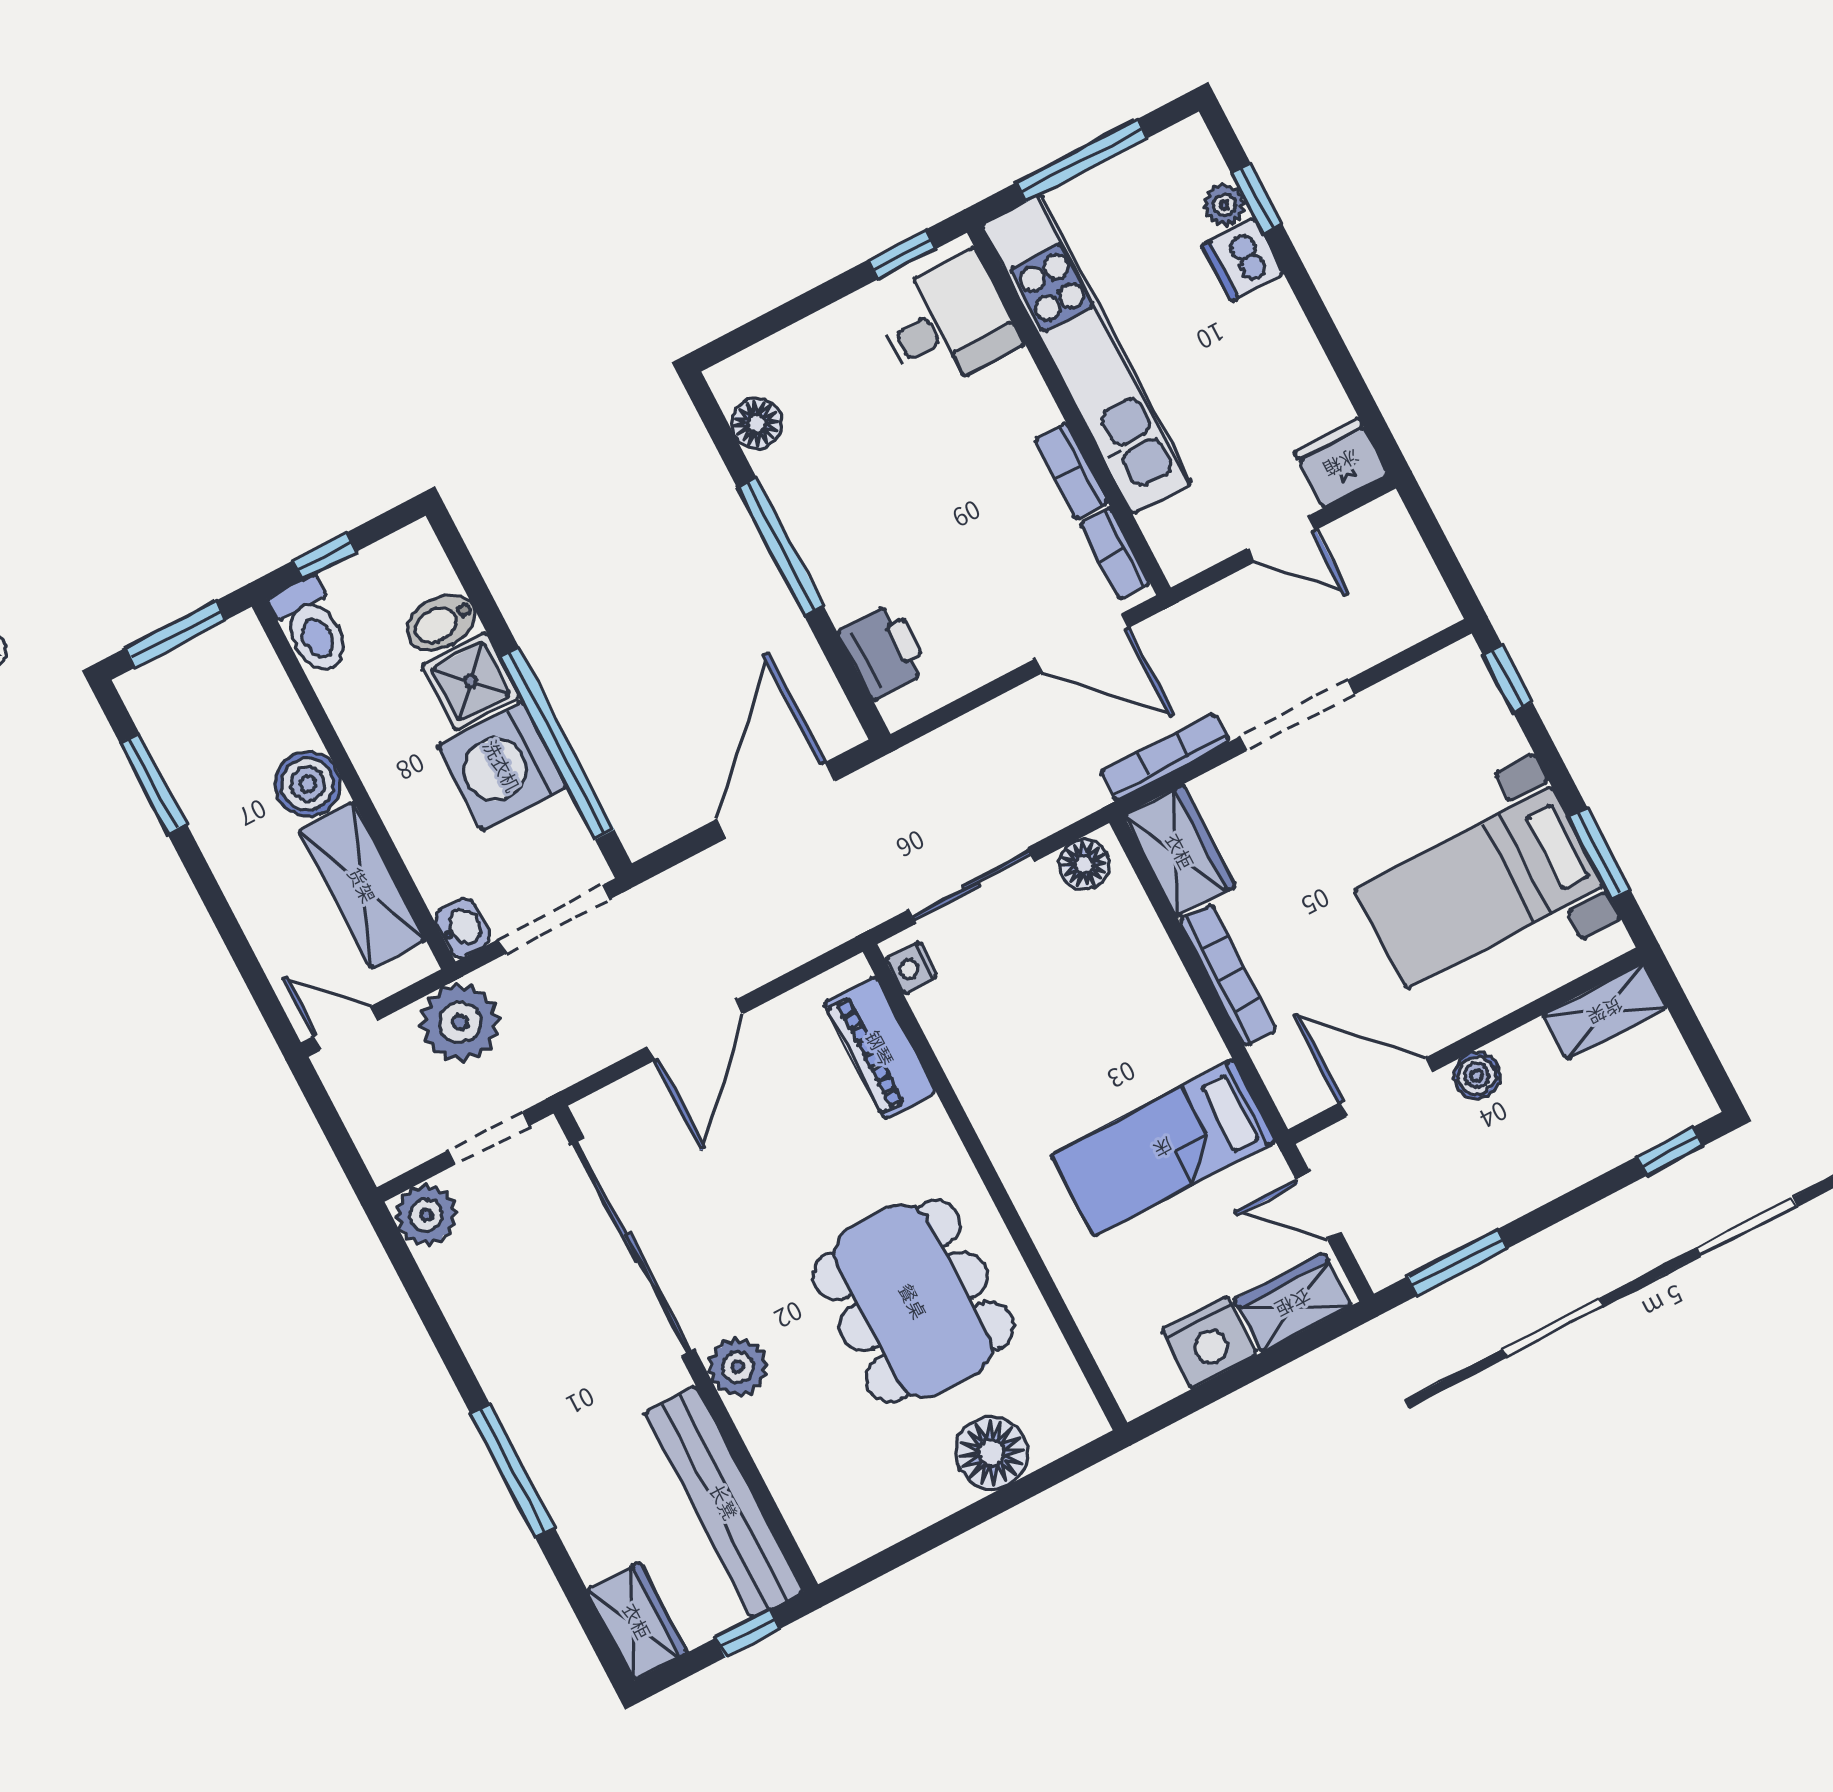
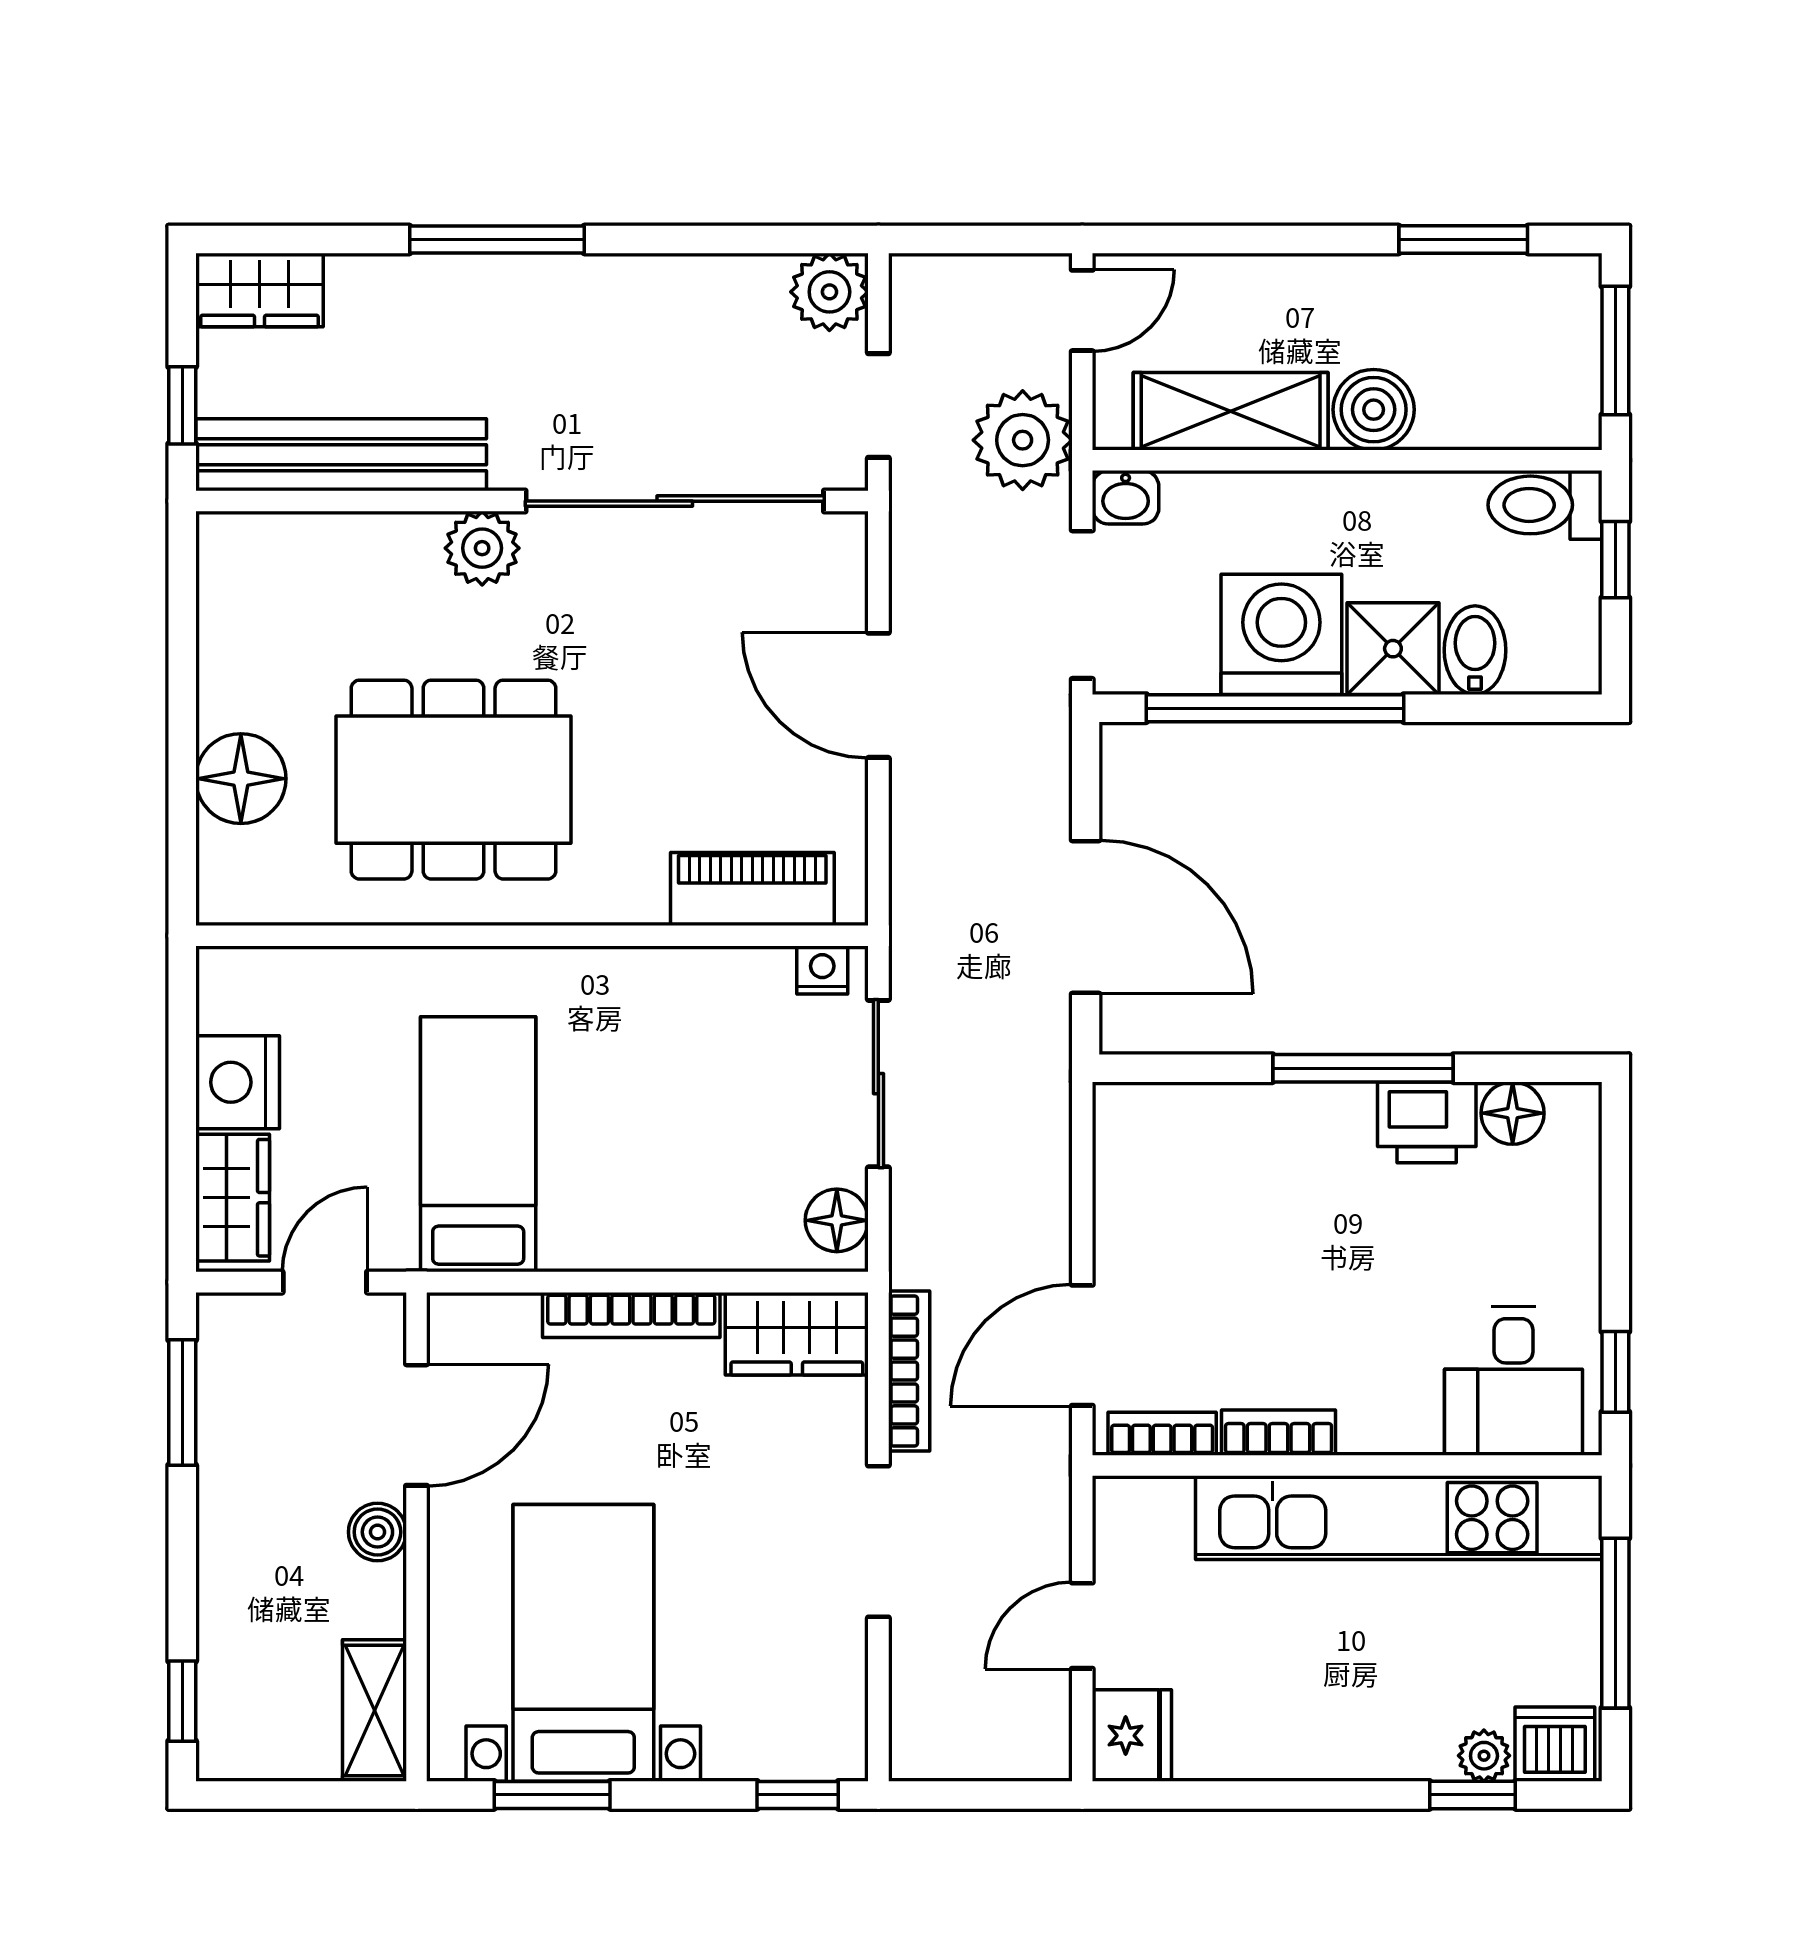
dishwasher: (1243, 260) -> (1555, 1744), moved
printer: (884, 651) -> (1427, 1122), moved

